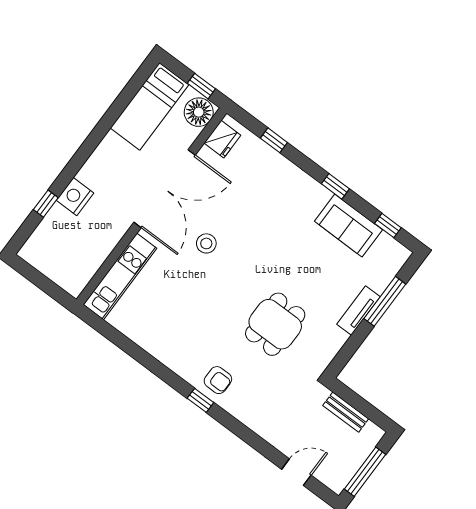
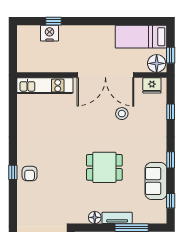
nightstand: (75, 197) -> (50, 33), moved
stool: (206, 243) -> (122, 114), moved
dining table: (275, 324) -> (104, 167), moved
floor lamp: (337, 339) -> (95, 217), added

